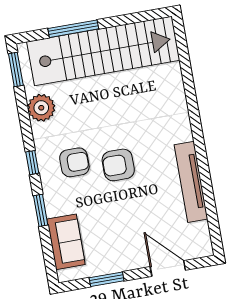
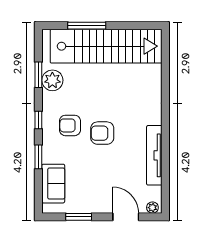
window: (16, 69) -> (38, 75), moved
armchair: (74, 162) -> (70, 125), turned 180
plant: (201, 250) -> (152, 208), added

